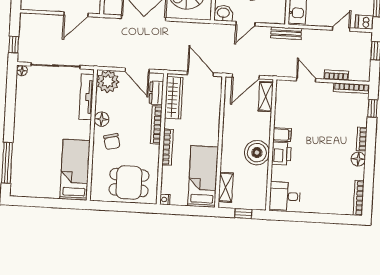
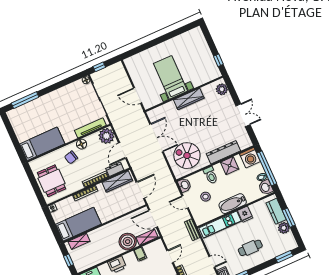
filing cabinet: (282, 135) -> (140, 254), moved
boiler: (257, 153) -> (128, 242), moved

